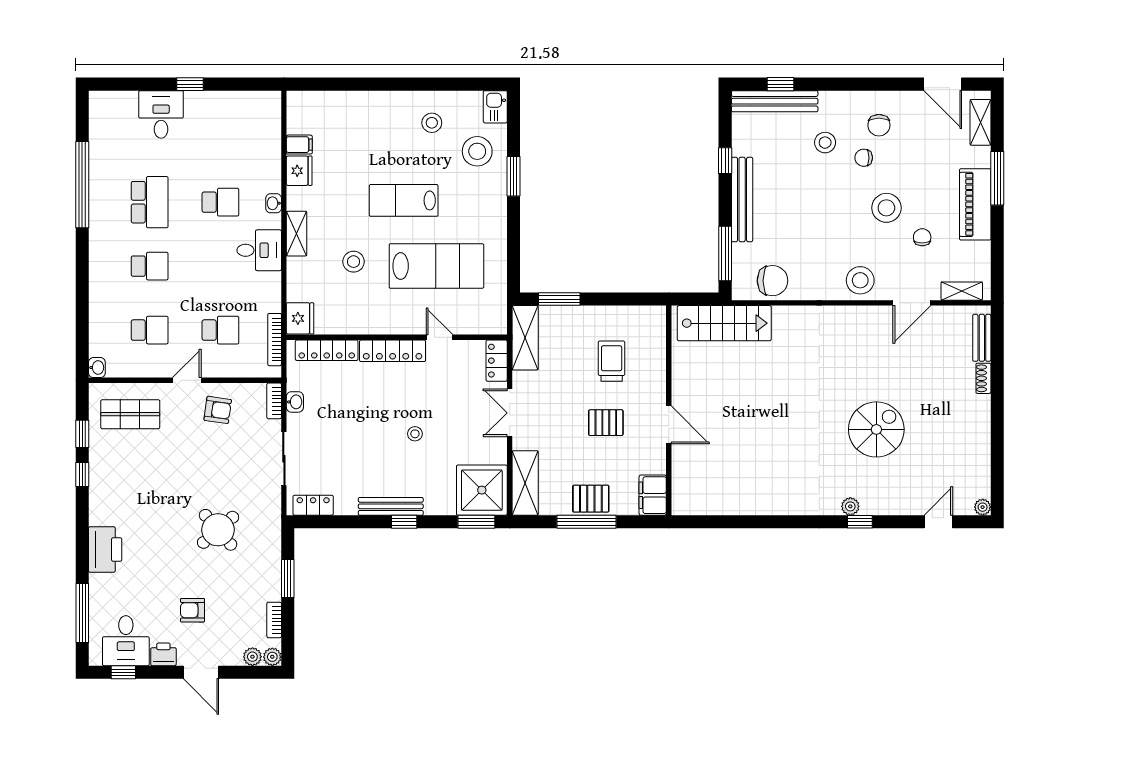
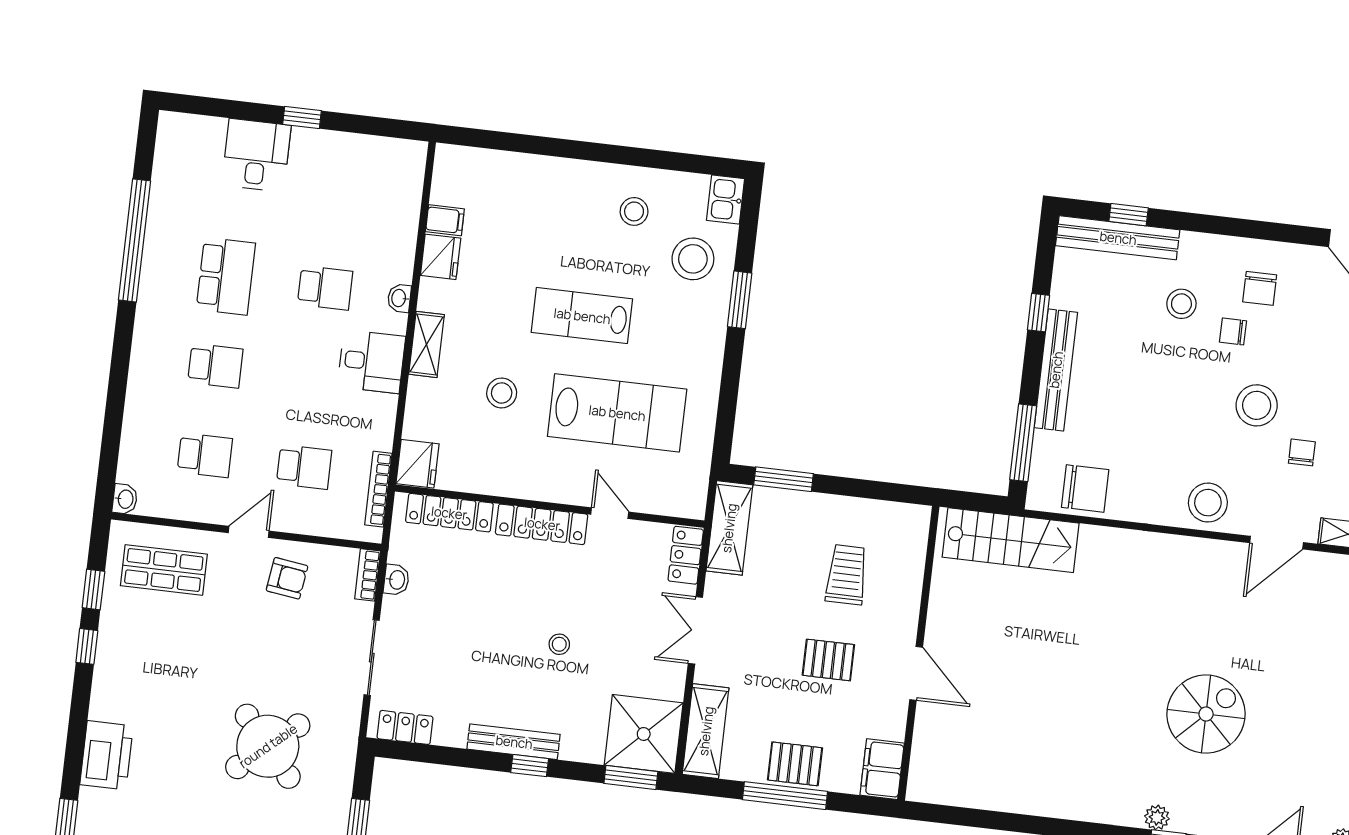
round table: (218, 530) -> (268, 746), width x1.36, depth x1.36

